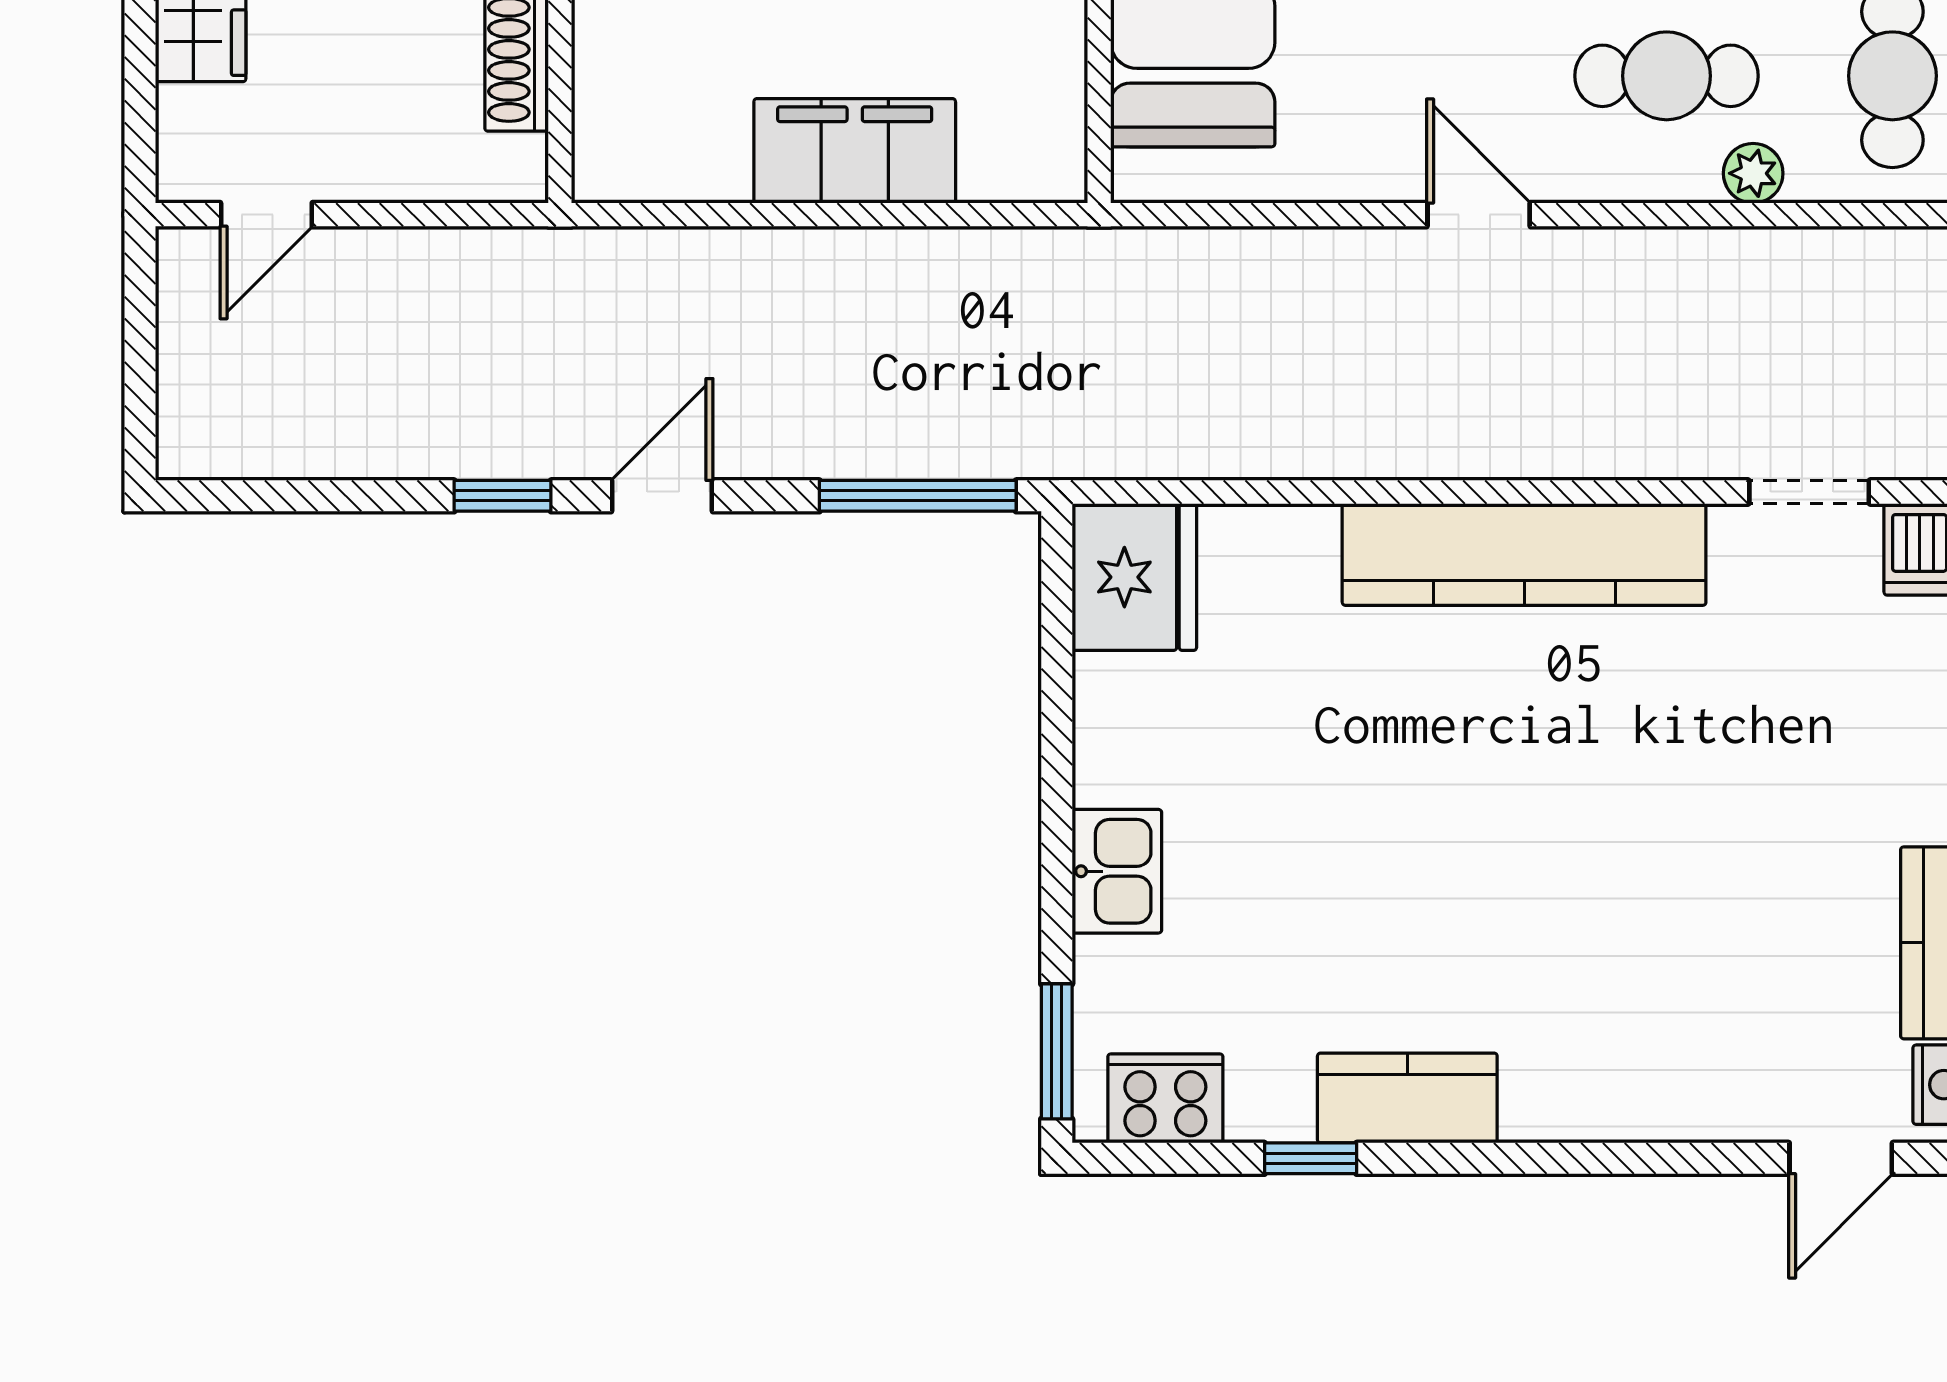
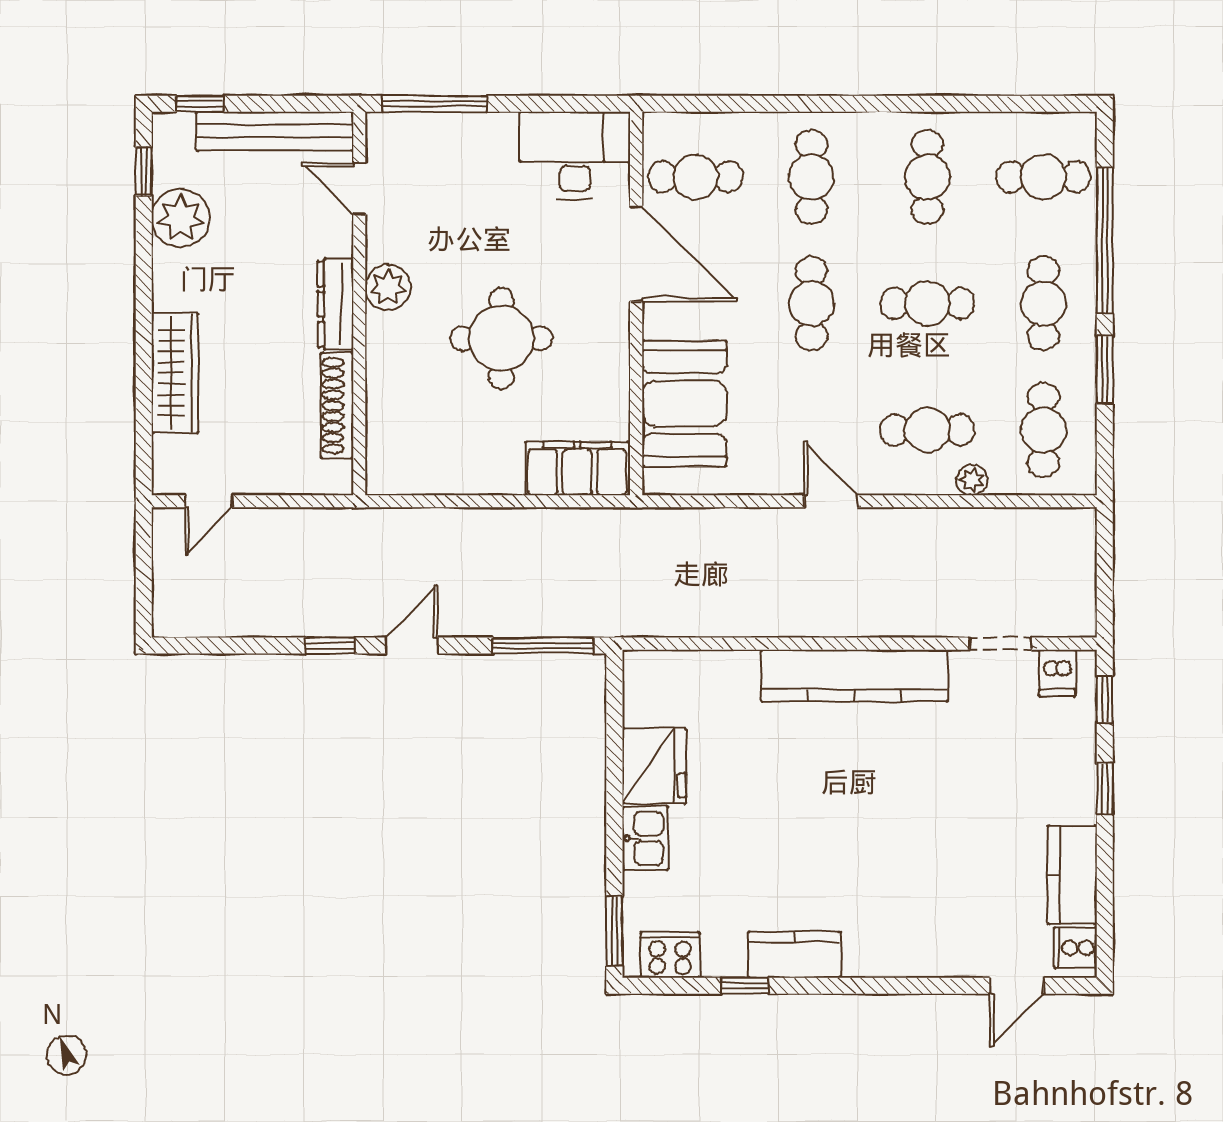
filing cabinet: (855, 151) -> (577, 468), moved
fridge: (1134, 577) -> (654, 766), moved

